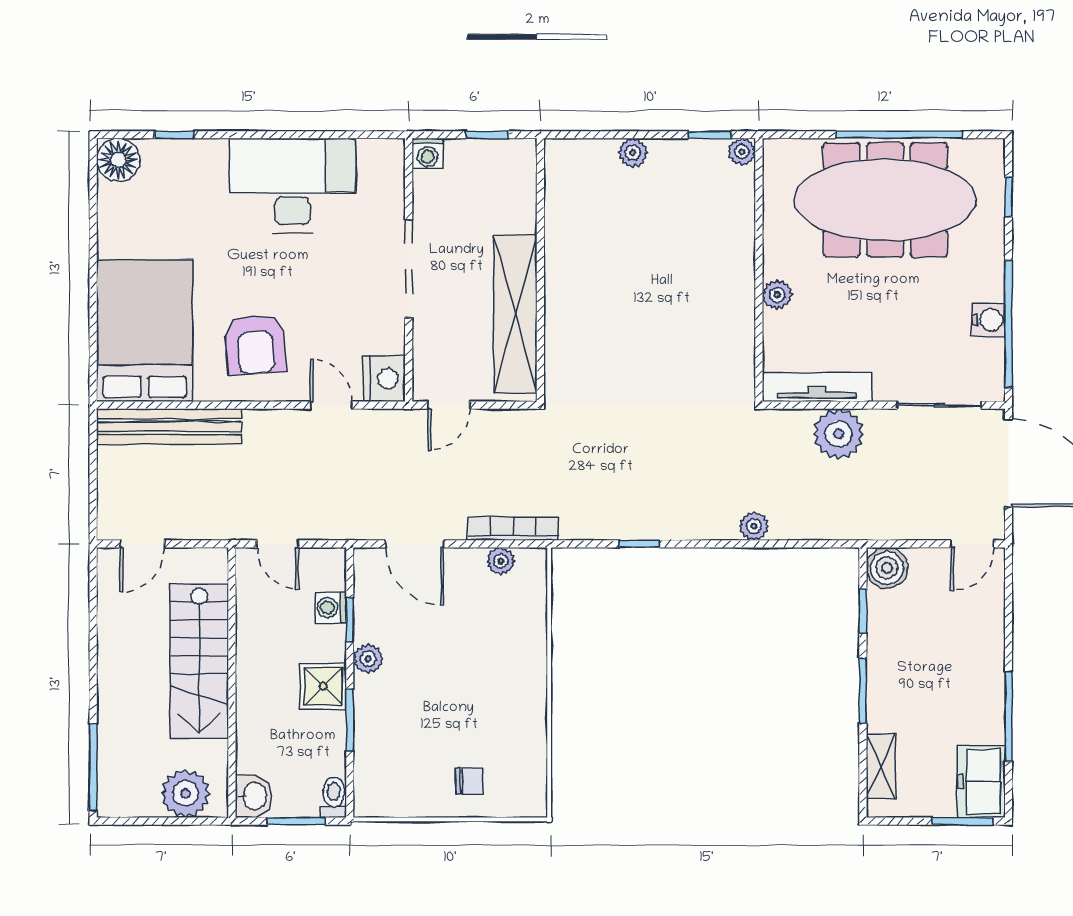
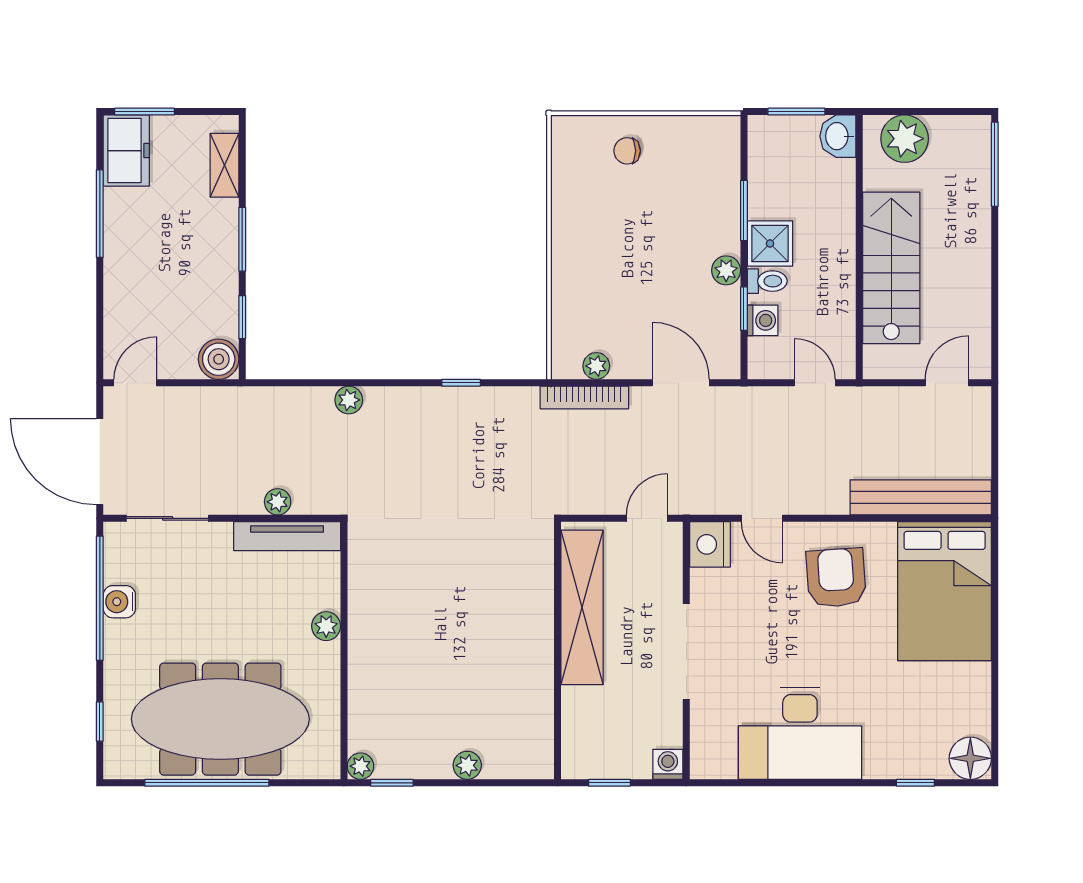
plant: (839, 434) -> (278, 502), width x0.53, depth x0.53
toilet: (334, 797) -> (767, 281), moved, turned -90

